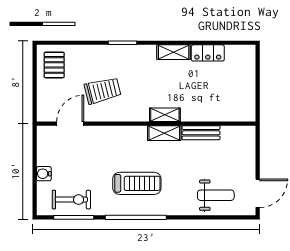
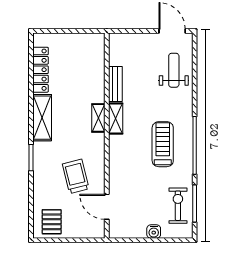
shelving: (174, 52) -> (42, 118), width x1.50, depth x1.33
locker: (208, 53) -> (40, 70), width x1.53
pallet: (54, 65) -> (52, 222), turned 90

